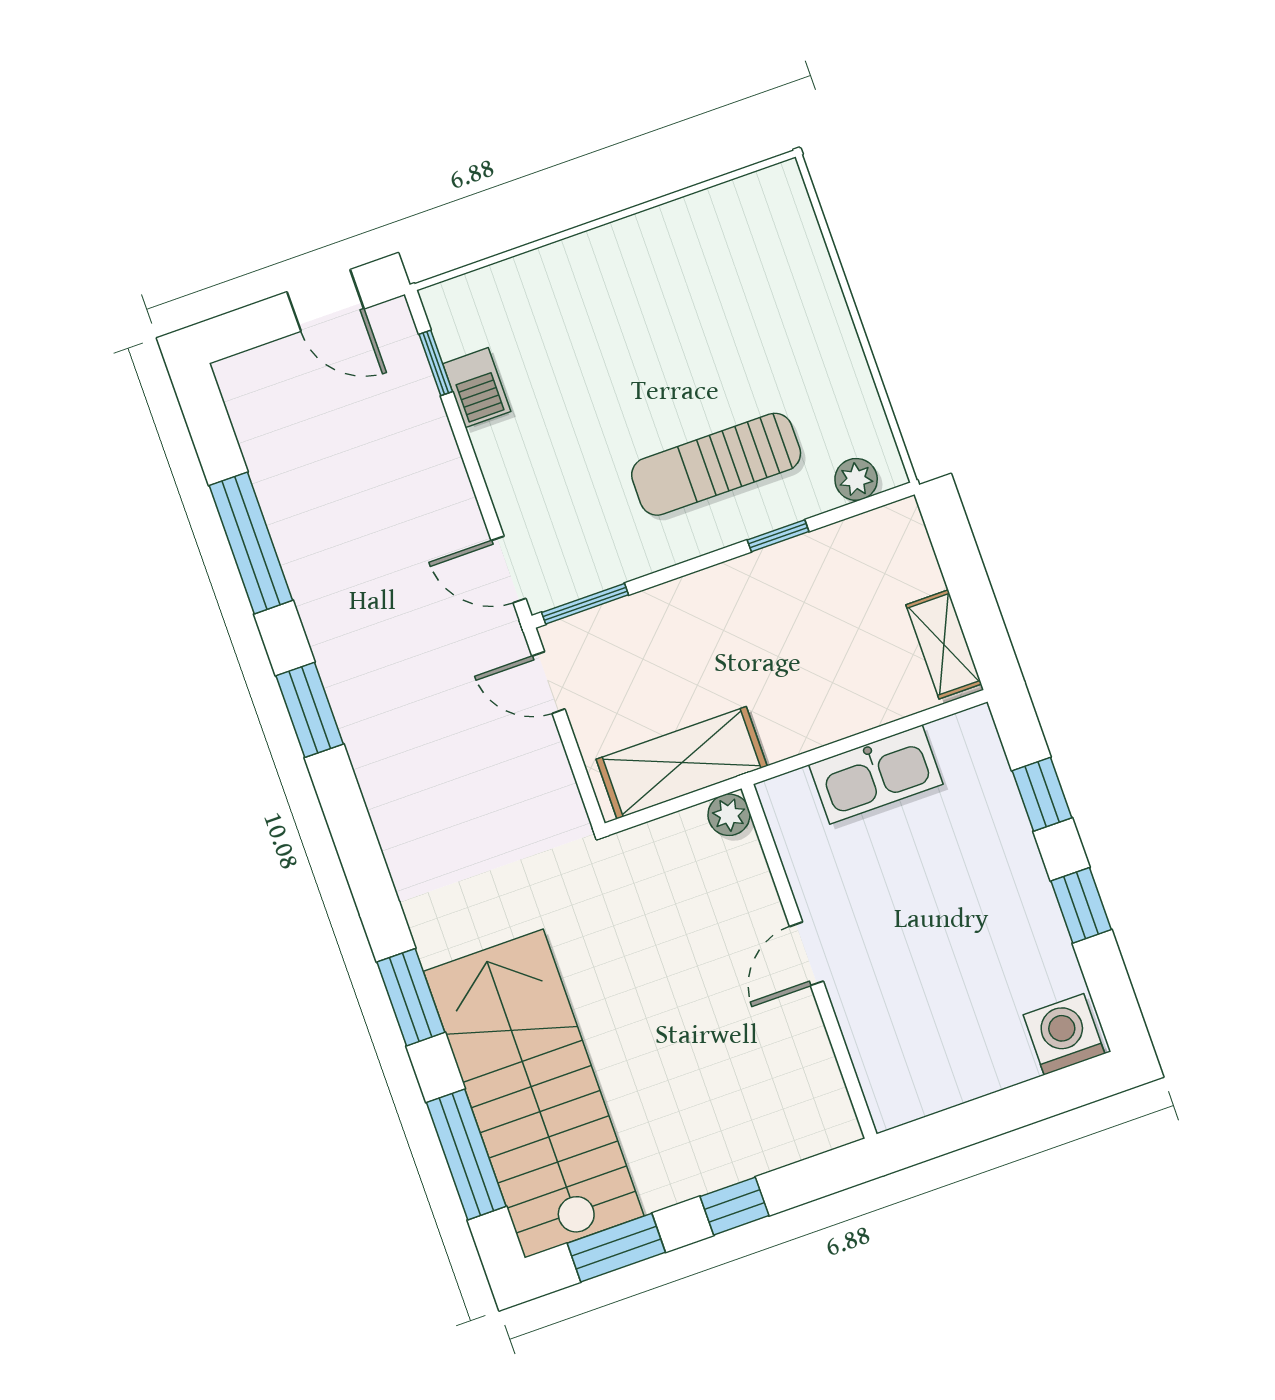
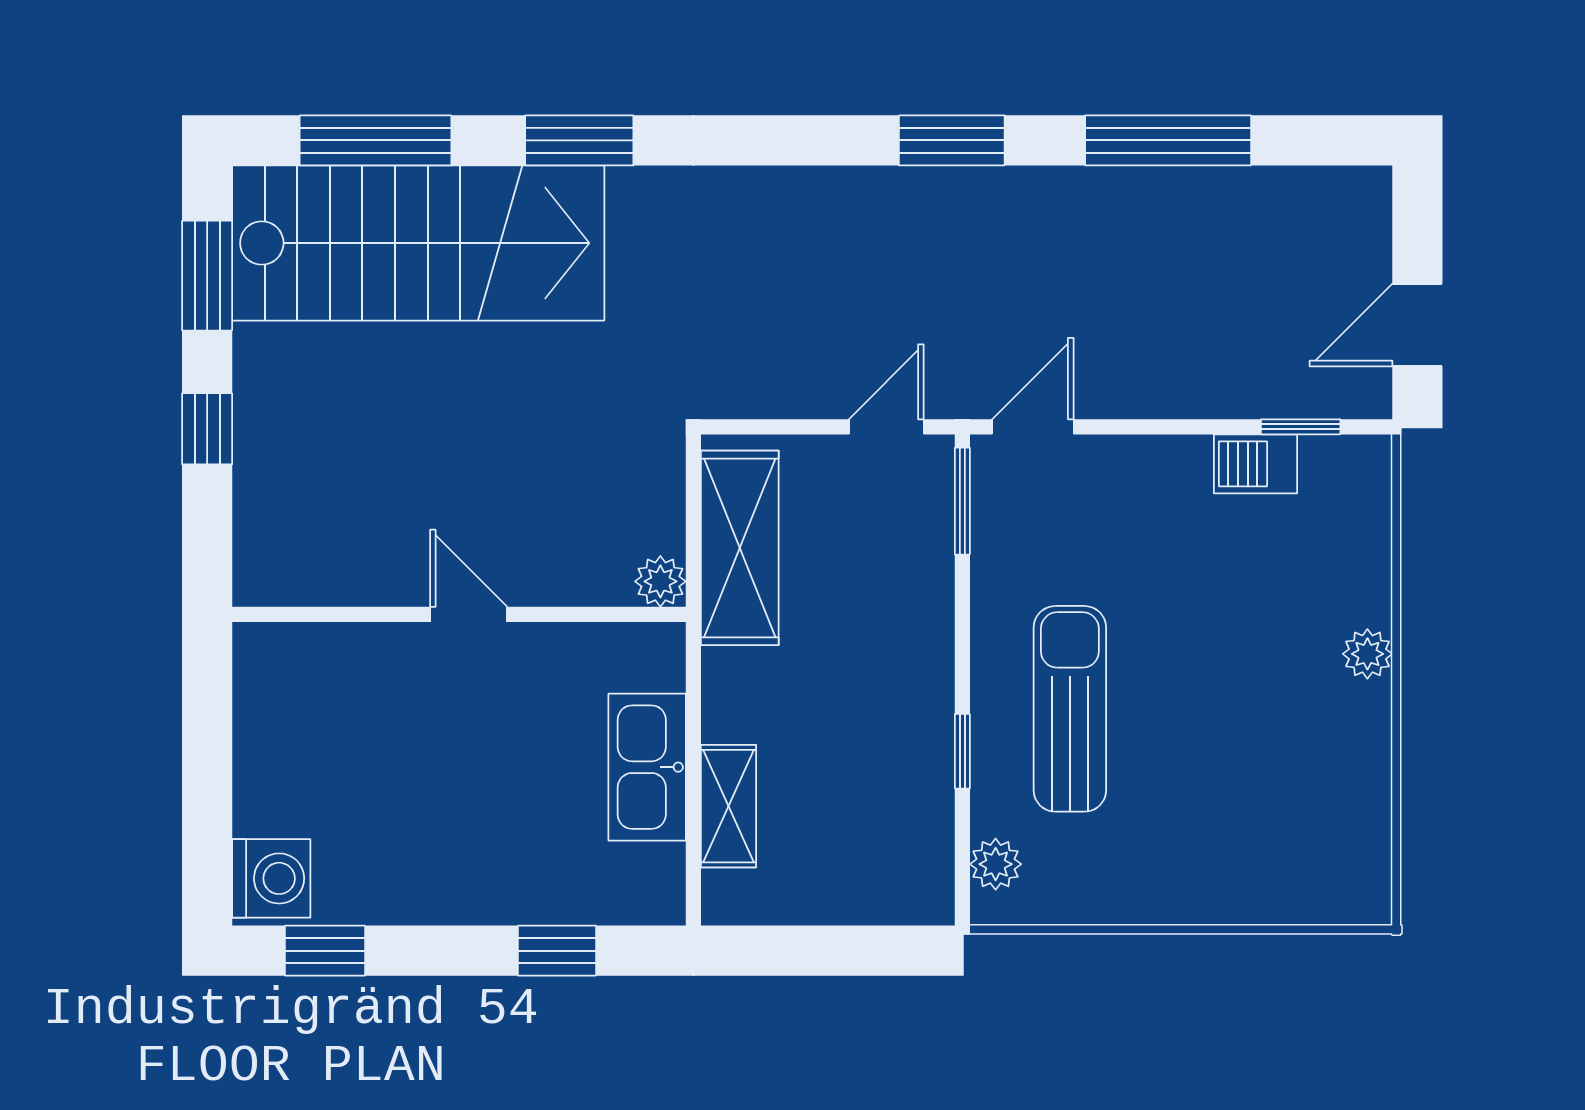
plant: (593, 250) -> (1367, 654), added
shelving: (944, 644) -> (728, 806), moved, turned 90
window: (1081, 905) -> (325, 951), moved

